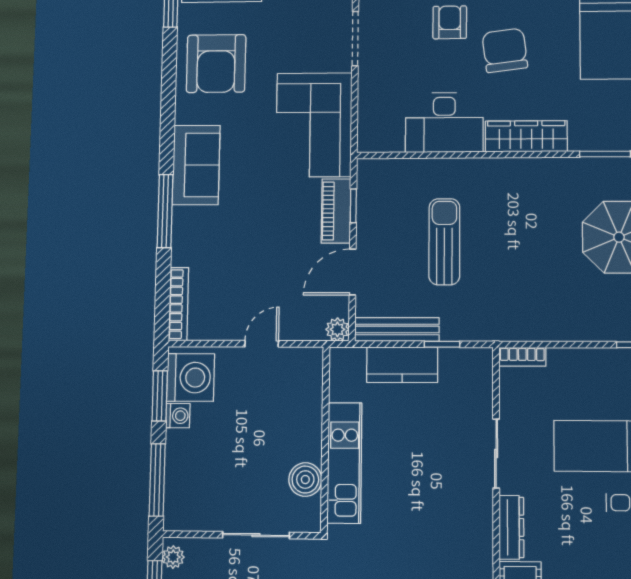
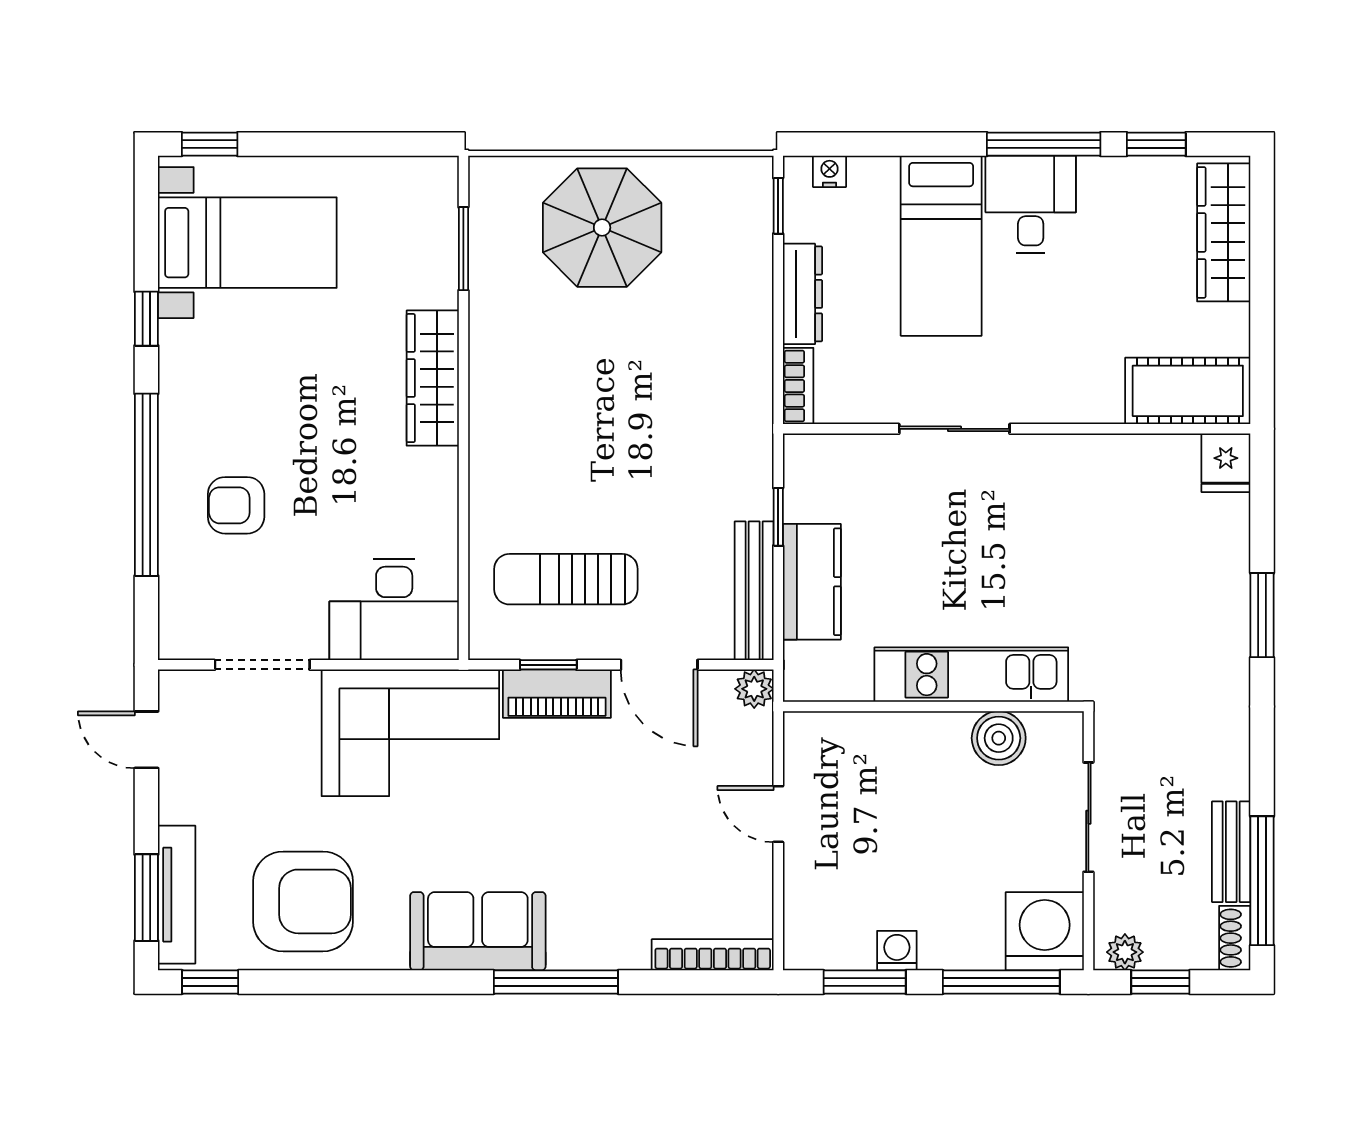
chair: (505, 50) -> (286, 413), removed
desk: (444, 122) -> (394, 609), moved, turned 90
sun lounger: (444, 242) -> (566, 579), moved
washing machine: (191, 378) -> (1045, 931), moved
dresser: (511, 527) -> (803, 294), moved, turned 90

